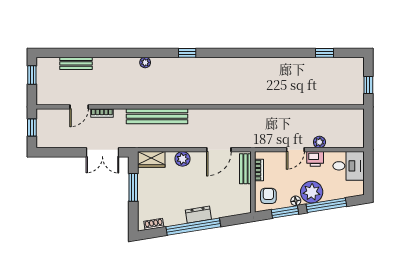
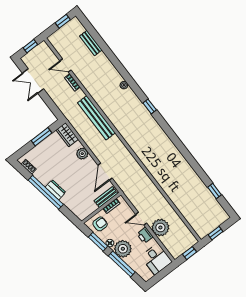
window: (368, 127) -> (189, 253), added
plant: (319, 142) -> (160, 228), width x1.88, depth x1.88
door: (219, 150) -> (105, 172), hinge flipped
double door: (102, 152) -> (33, 81), moved

